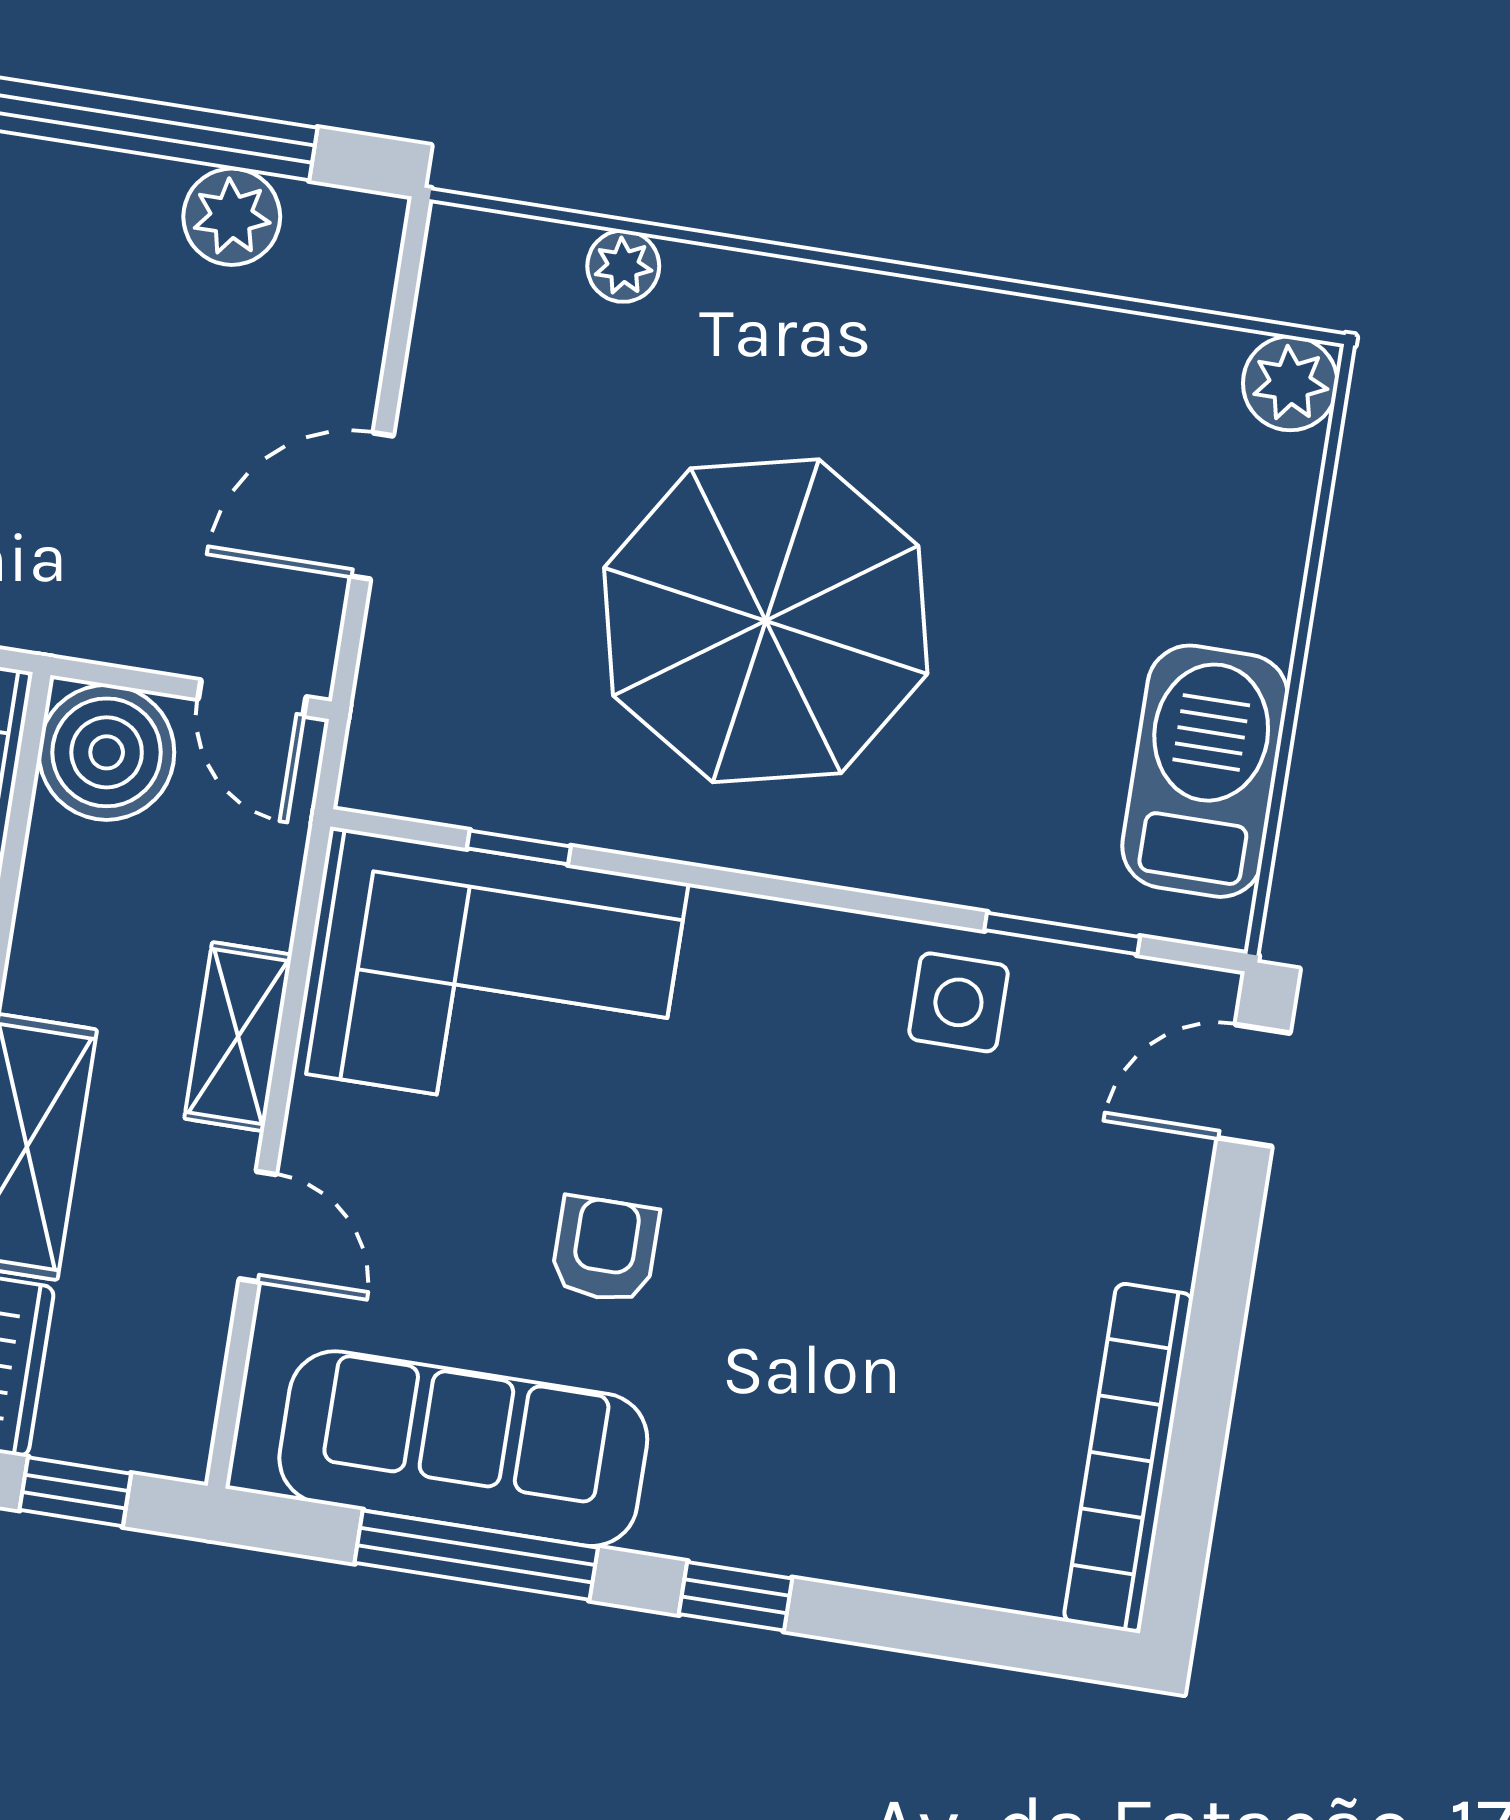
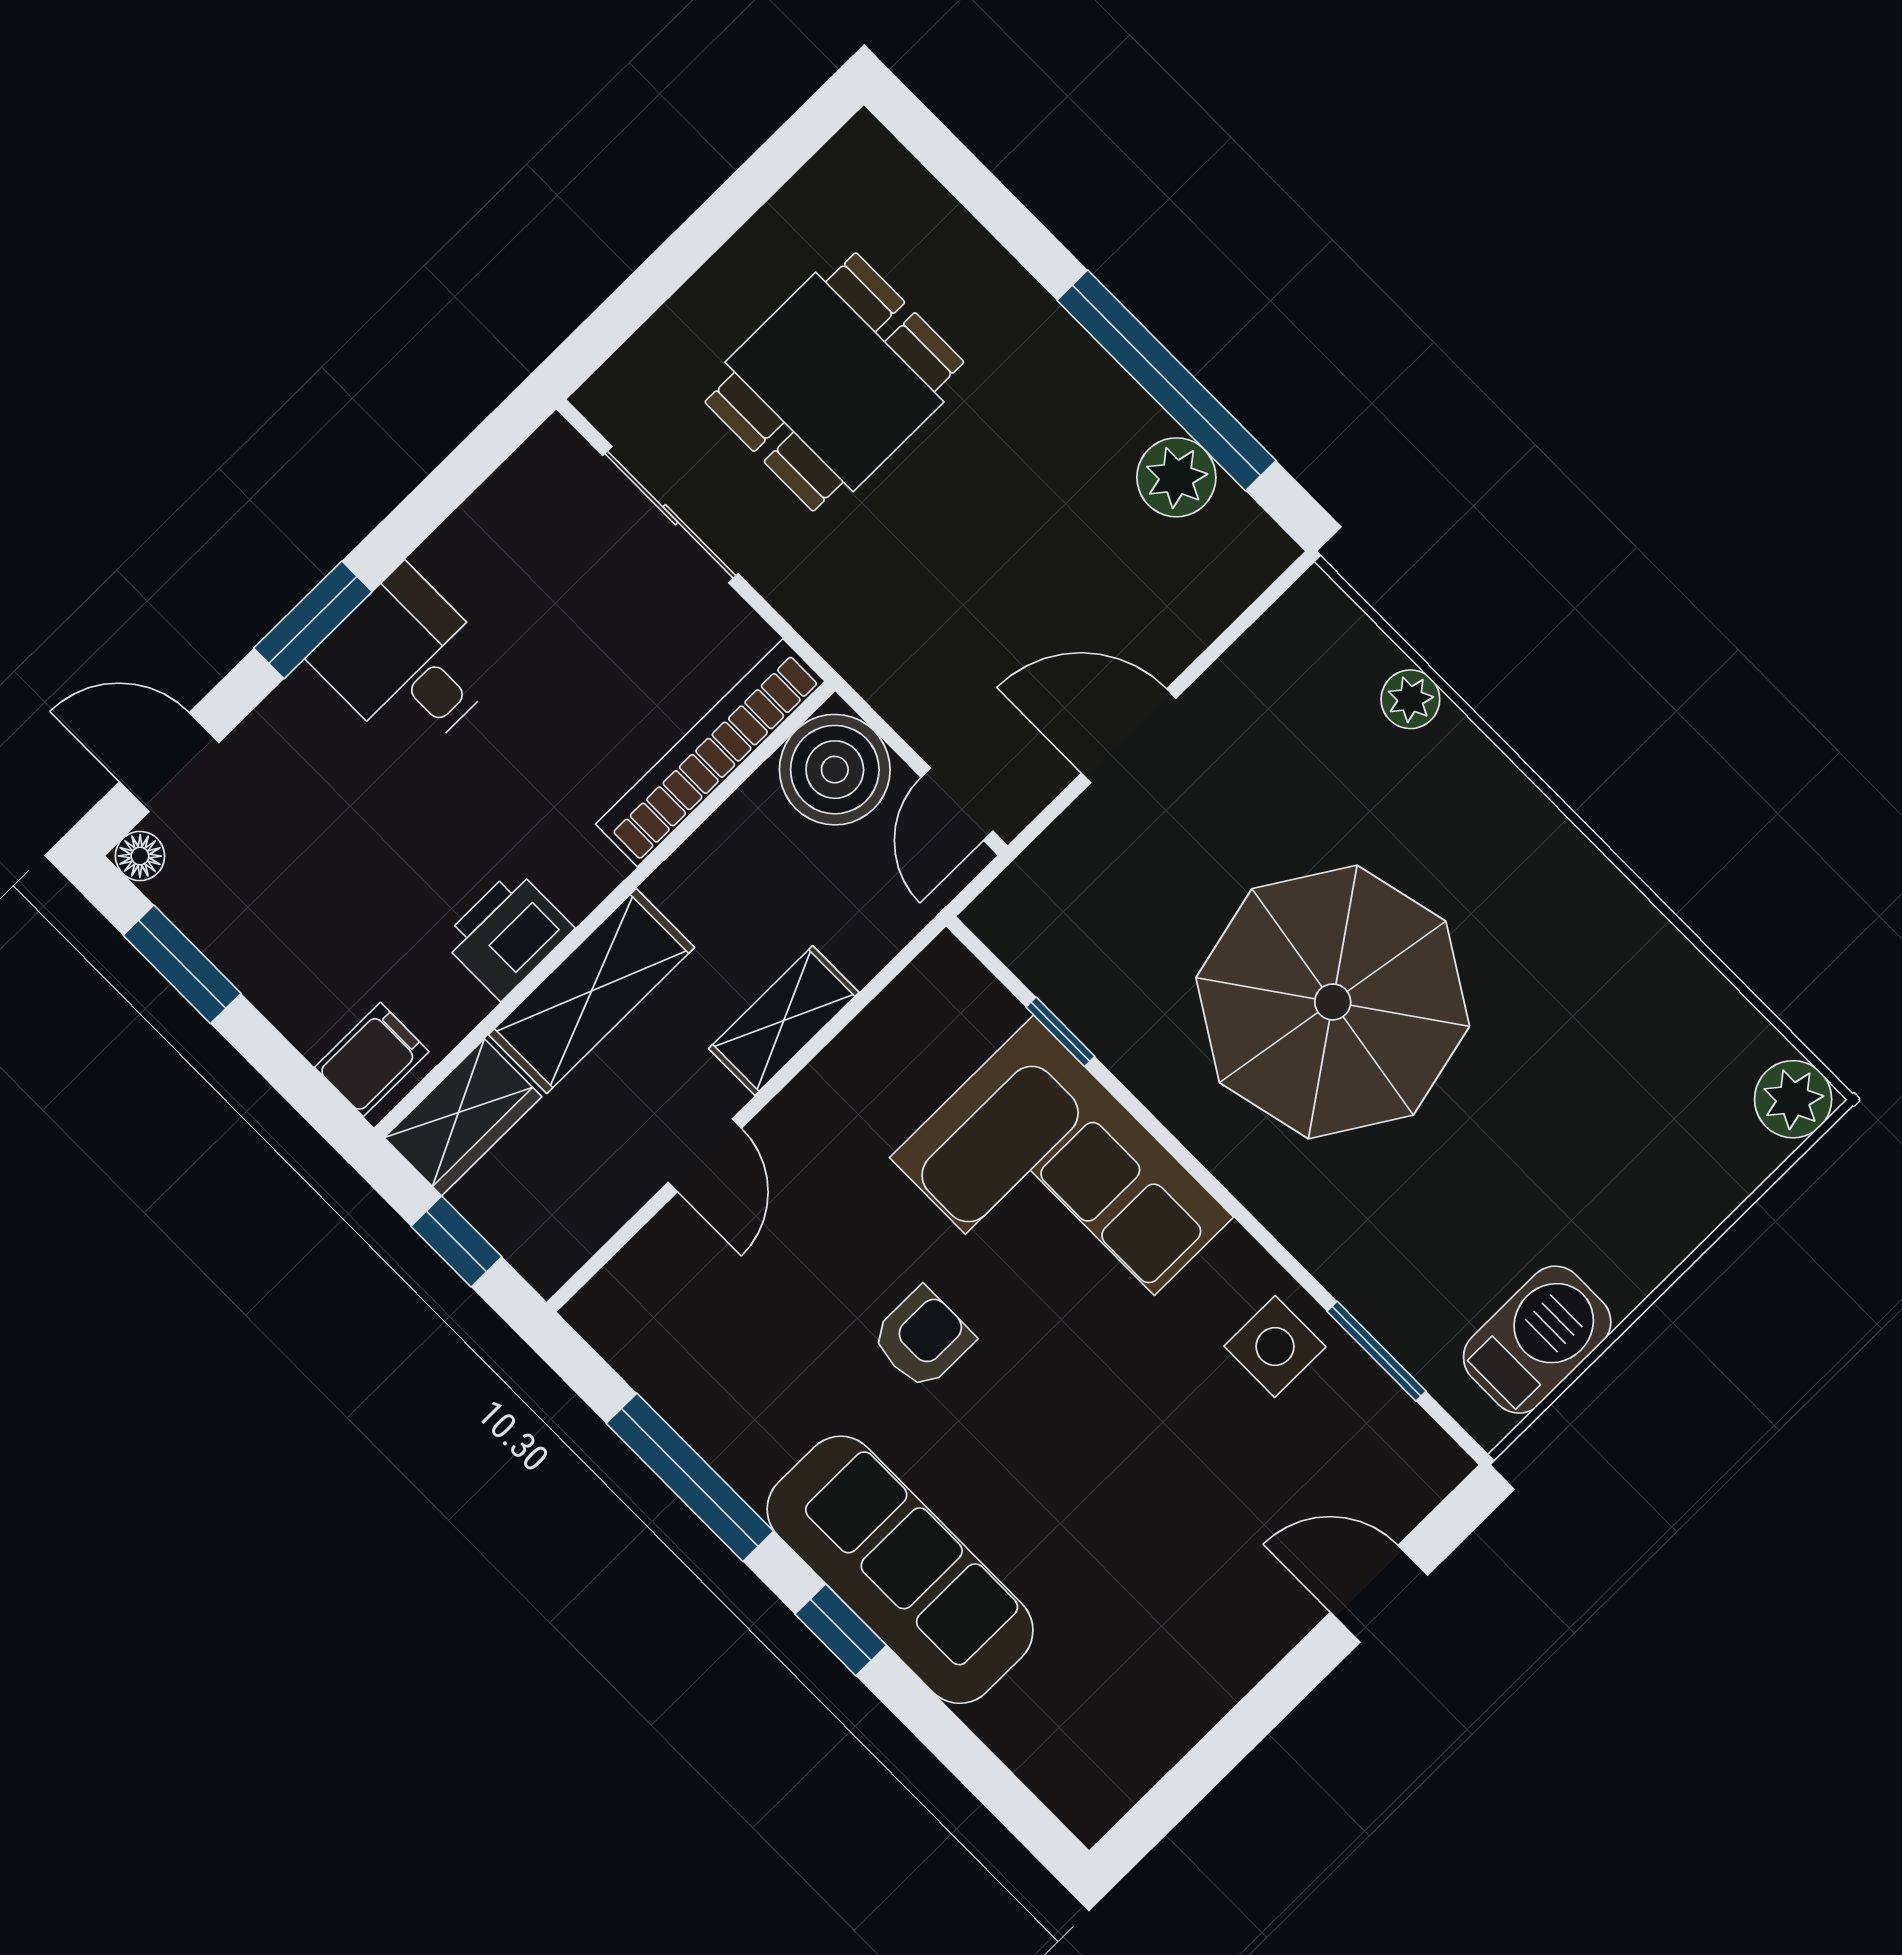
barbecue: (1205, 771) -> (1537, 1340), width x0.73, depth x0.83
corner sofa: (497, 979) -> (1061, 1187), moved
door: (1254, 1085) -> (1379, 1594), moved
sofa: (463, 1449) -> (900, 1570), moved
bookcase: (1128, 1458) -> (1166, 1729), removed

